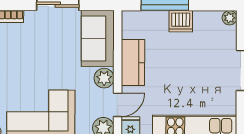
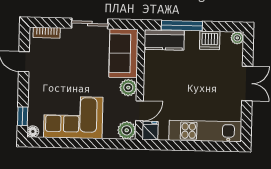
dishwasher: (181, 21) -> (210, 40), moved
kitchen counter: (133, 63) -> (164, 40), moved, turned 90

